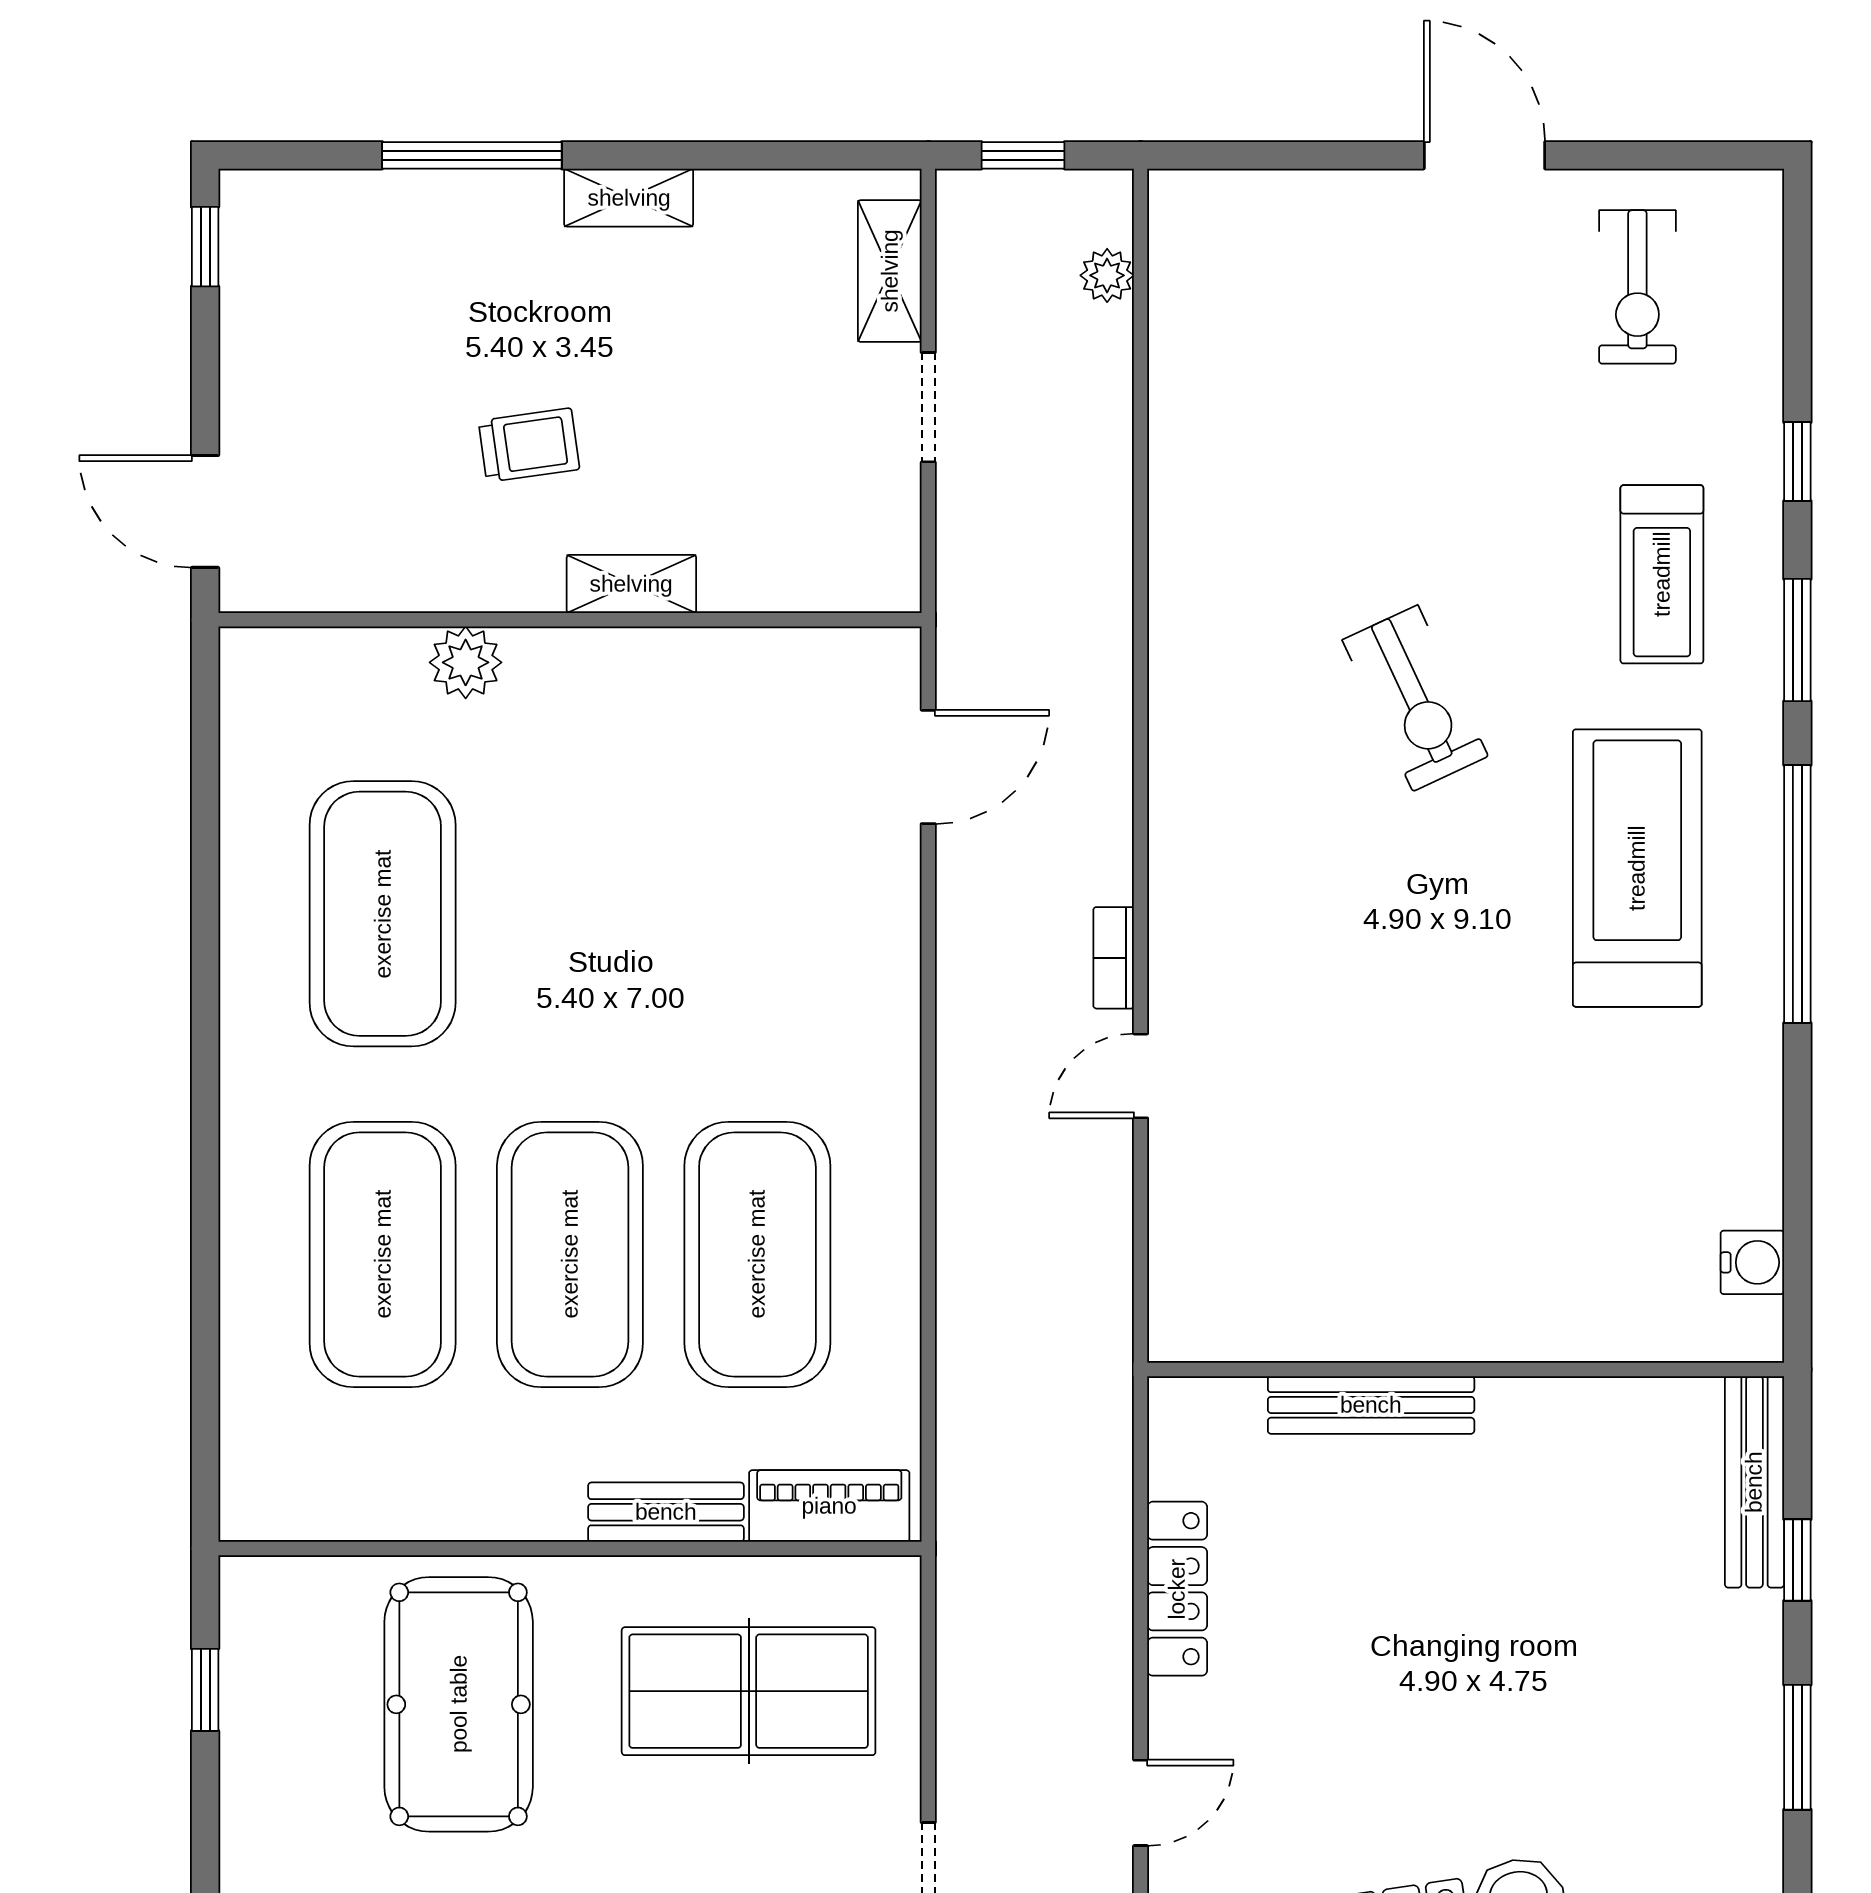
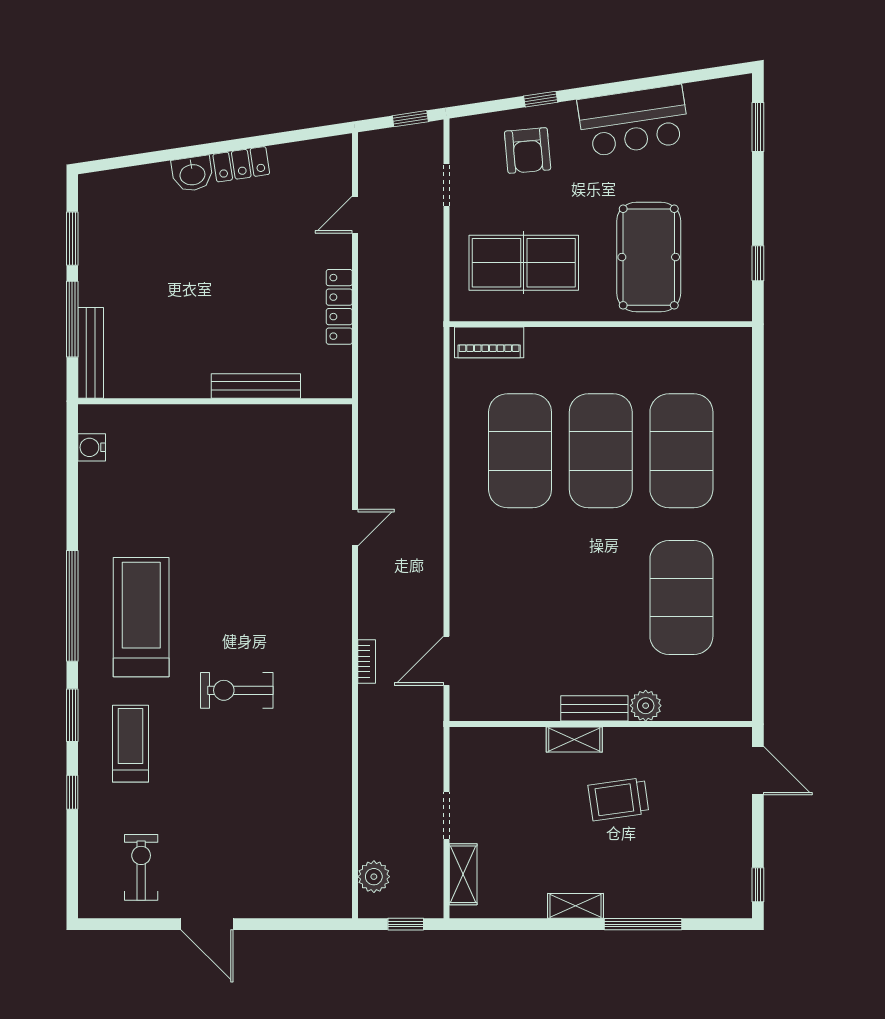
plant: (1107, 275) -> (374, 877), width x1.38, depth x1.38
trolley: (529, 445) -> (618, 799), width x1.36, depth x1.39
exercise bike: (1415, 698) -> (237, 690), turned -65
treadmill: (1637, 868) -> (141, 617), turned 180
bookcase: (1114, 958) -> (367, 661), moved
bench: (666, 1512) -> (594, 708), moved
window: (1797, 1560) -> (72, 319), width x2.17

